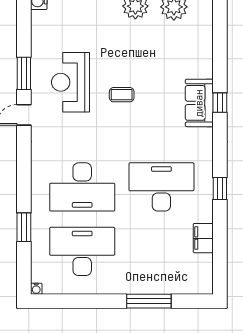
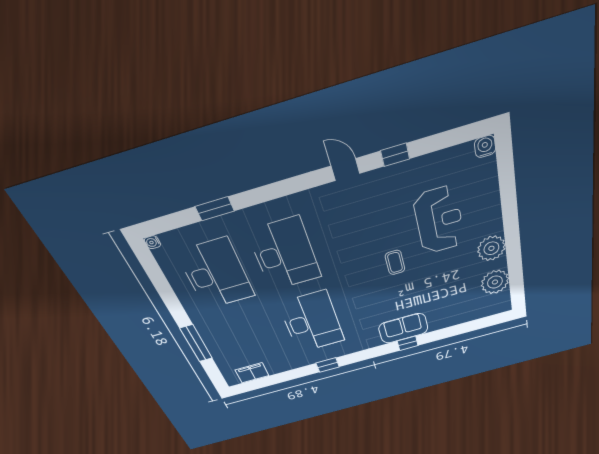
window: (24, 73) -> (395, 155), width x0.67
reception desk: (70, 82) -> (439, 220), moved, turned 90
desk: (82, 187) -> (285, 254), turned 180
filing cabinet: (203, 238) -> (252, 373), moved

